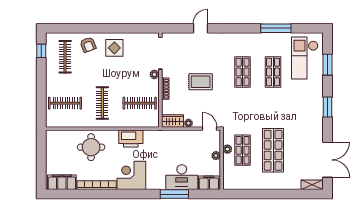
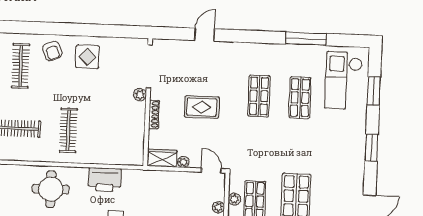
clothes rail: (140, 103) -> (119, 132), removed

